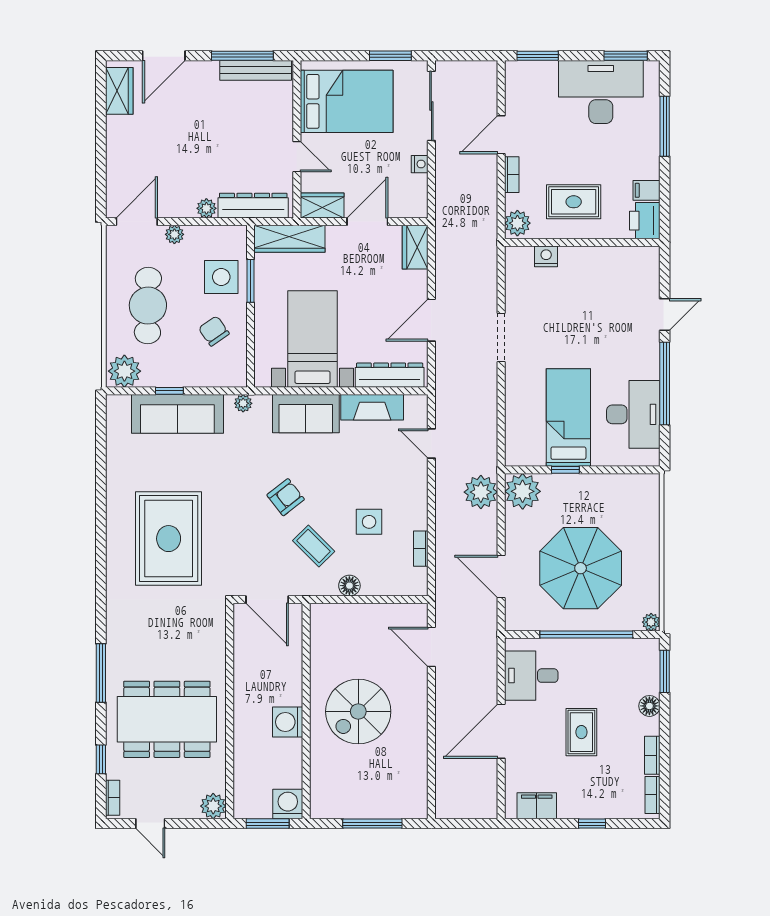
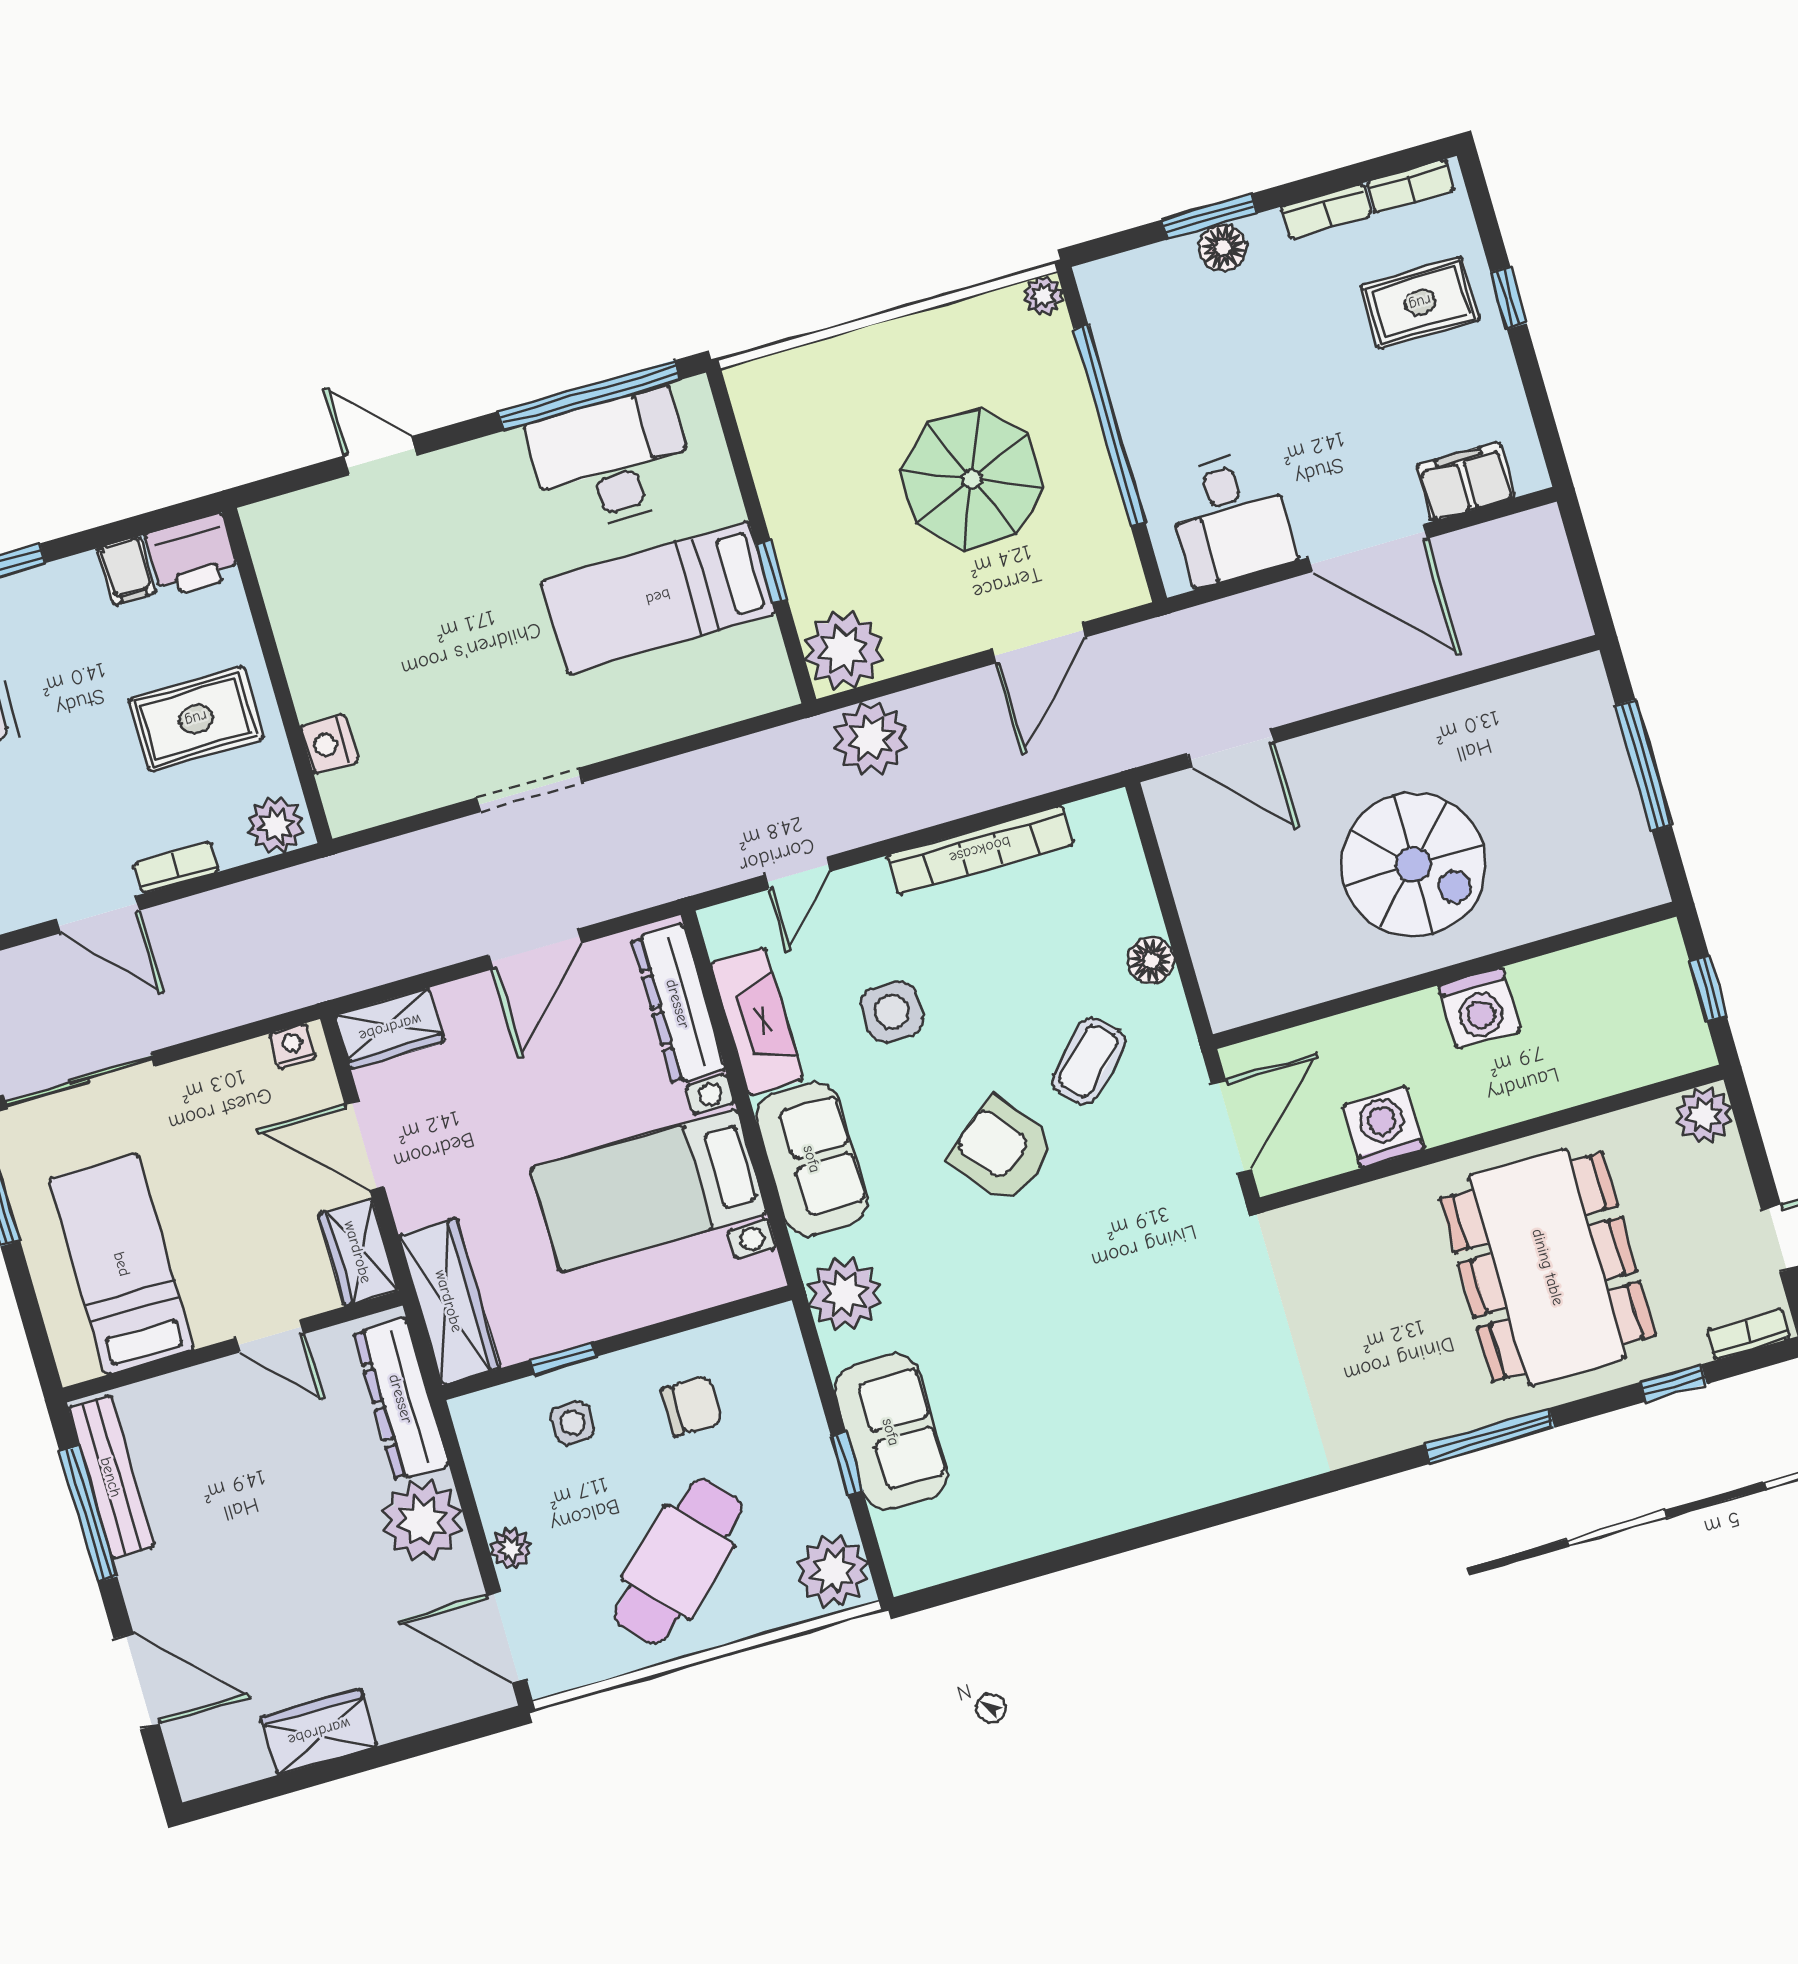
wardrobe: (119, 91) -> (319, 1732), moved
bed: (347, 101) -> (122, 1264), width x0.67
door: (297, 157) -> (270, 1336), swing flipped
nightstand: (420, 164) -> (293, 1046), moved
rug: (574, 202) -> (196, 719), turned 90
plant: (206, 208) -> (422, 1520), width x1.88, depth x1.88
side table: (221, 277) -> (573, 1423), width x0.54, depth x0.54
window: (251, 281) -> (563, 1358), width x0.67
cafe table: (148, 306) -> (678, 1562), turned -44
door: (431, 320) -> (535, 949), hinge flipped
chair: (214, 331) -> (692, 1406), turned -145
window: (665, 384) -> (589, 396), moved
plant: (243, 403) -> (845, 1294), width x1.87, depth x1.87
sofa: (177, 414) -> (891, 1432), width x0.73
armchair: (286, 497) -> (1002, 1151), width x1.38, depth x1.38
side table: (369, 522) -> (892, 1012), moved
rug: (169, 539) -> (1162, 1374), removed
bookcase: (421, 549) -> (980, 850), width x2.31, depth x1.31
parasol: (581, 568) -> (972, 479), width x0.73, depth x0.73
door: (431, 647) -> (1231, 748), hinge flipped
window: (665, 671) -> (1209, 217), moved
rug: (581, 732) -> (1420, 303), moved
washing machine: (288, 804) -> (1383, 1127), moved, turned 90
filing cabinet: (537, 806) -> (1465, 482), moved, turned 90
window: (268, 824) -> (1708, 988), width x0.67

